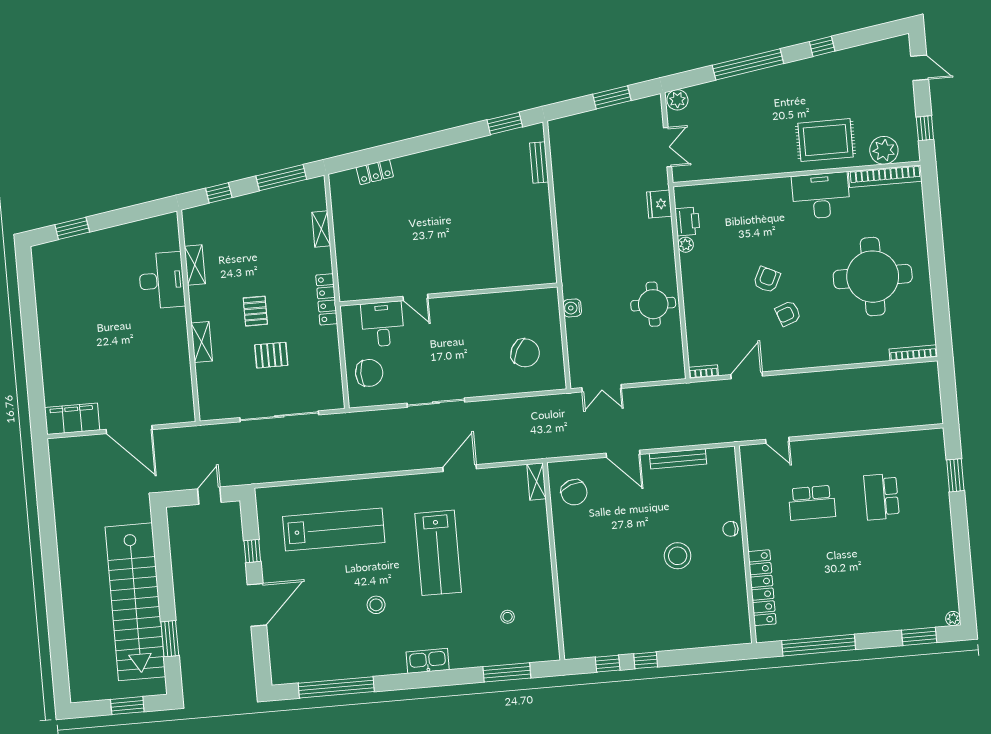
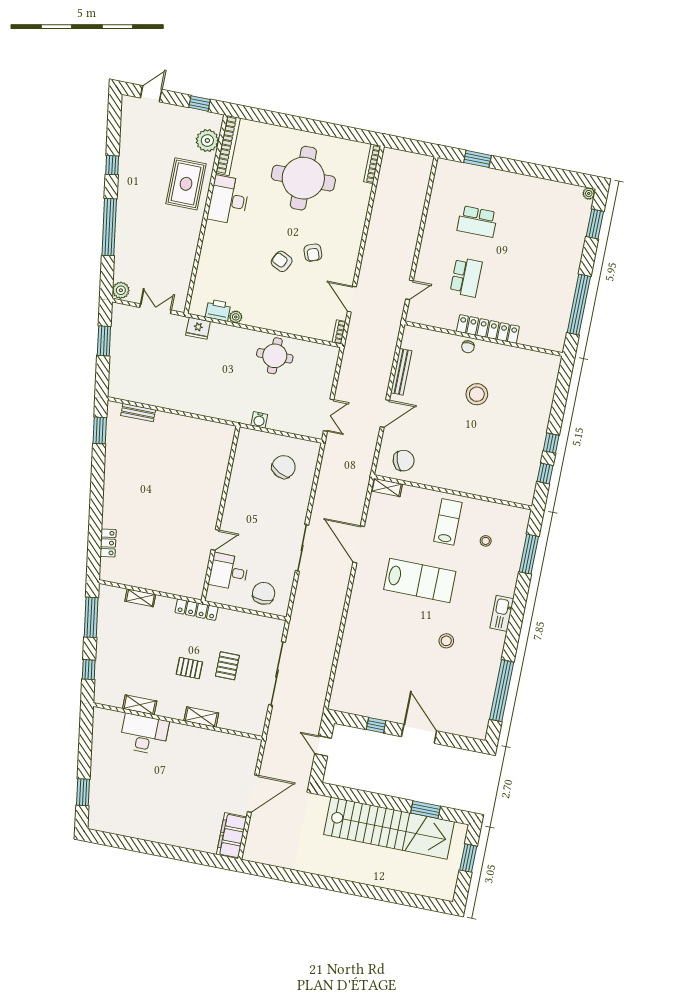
door: (460, 468) -> (359, 544), width x1.36
lab bench: (334, 529) -> (448, 522), moved, width x0.54, depth x0.72
locker: (762, 588) -> (488, 329), moved

